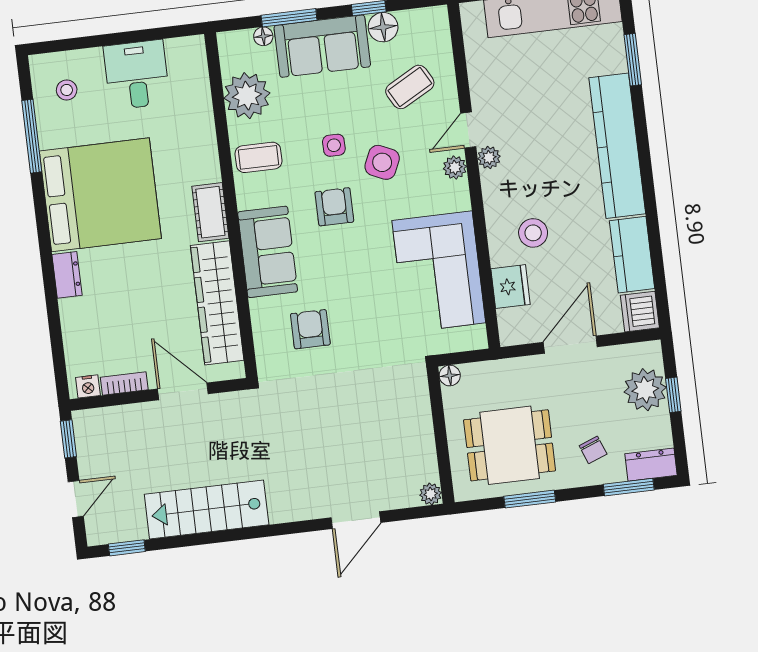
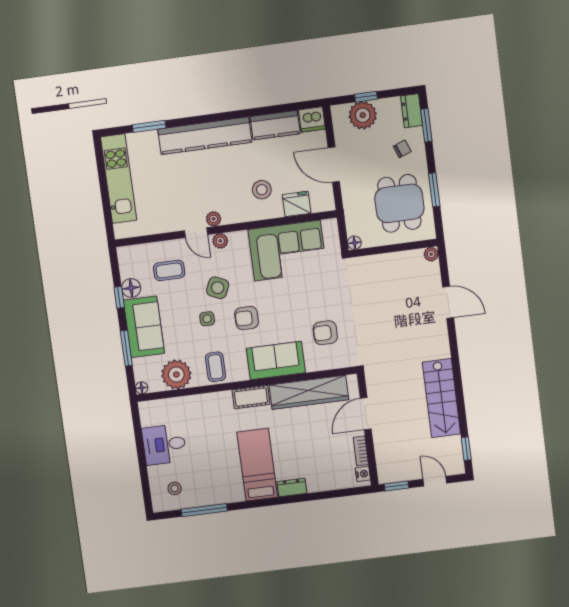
floor lamp: (263, 36) -> (142, 388), moved
coffee table: (410, 87) -> (169, 270), turned -61
bed: (100, 195) -> (257, 465), width x0.49

